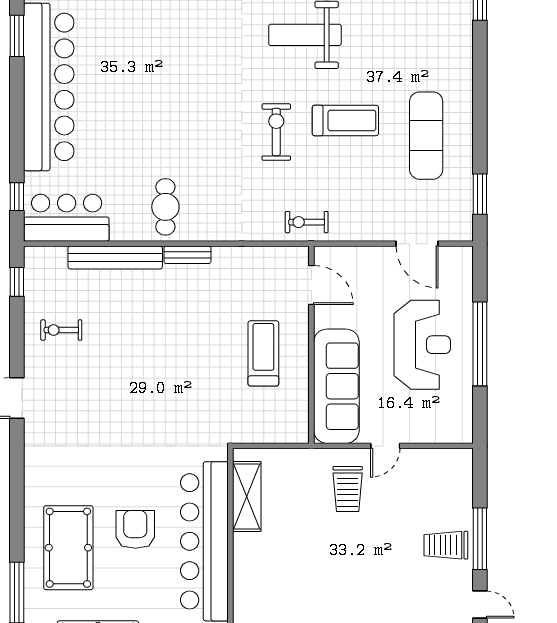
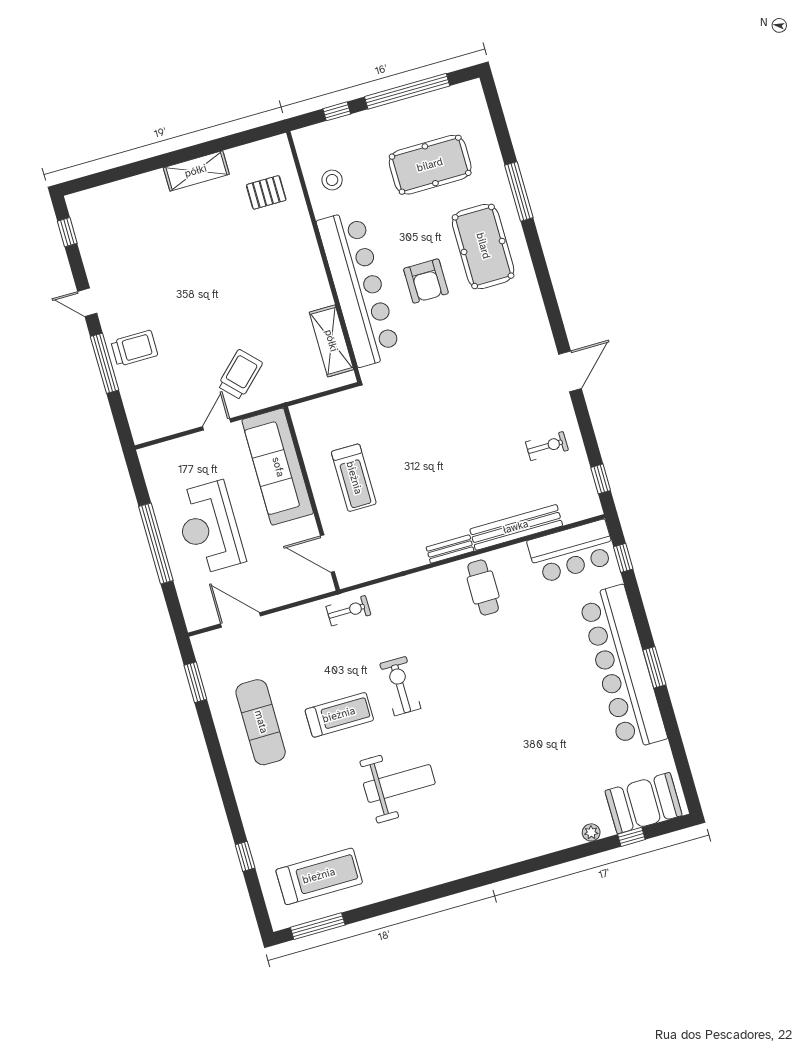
window: (17, 36) -> (654, 667), moved
treadmill: (345, 120) -> (339, 715), turned 180
exercise bike: (276, 132) -> (400, 686), turned 180
trolley: (348, 489) -> (240, 374), turned 46

